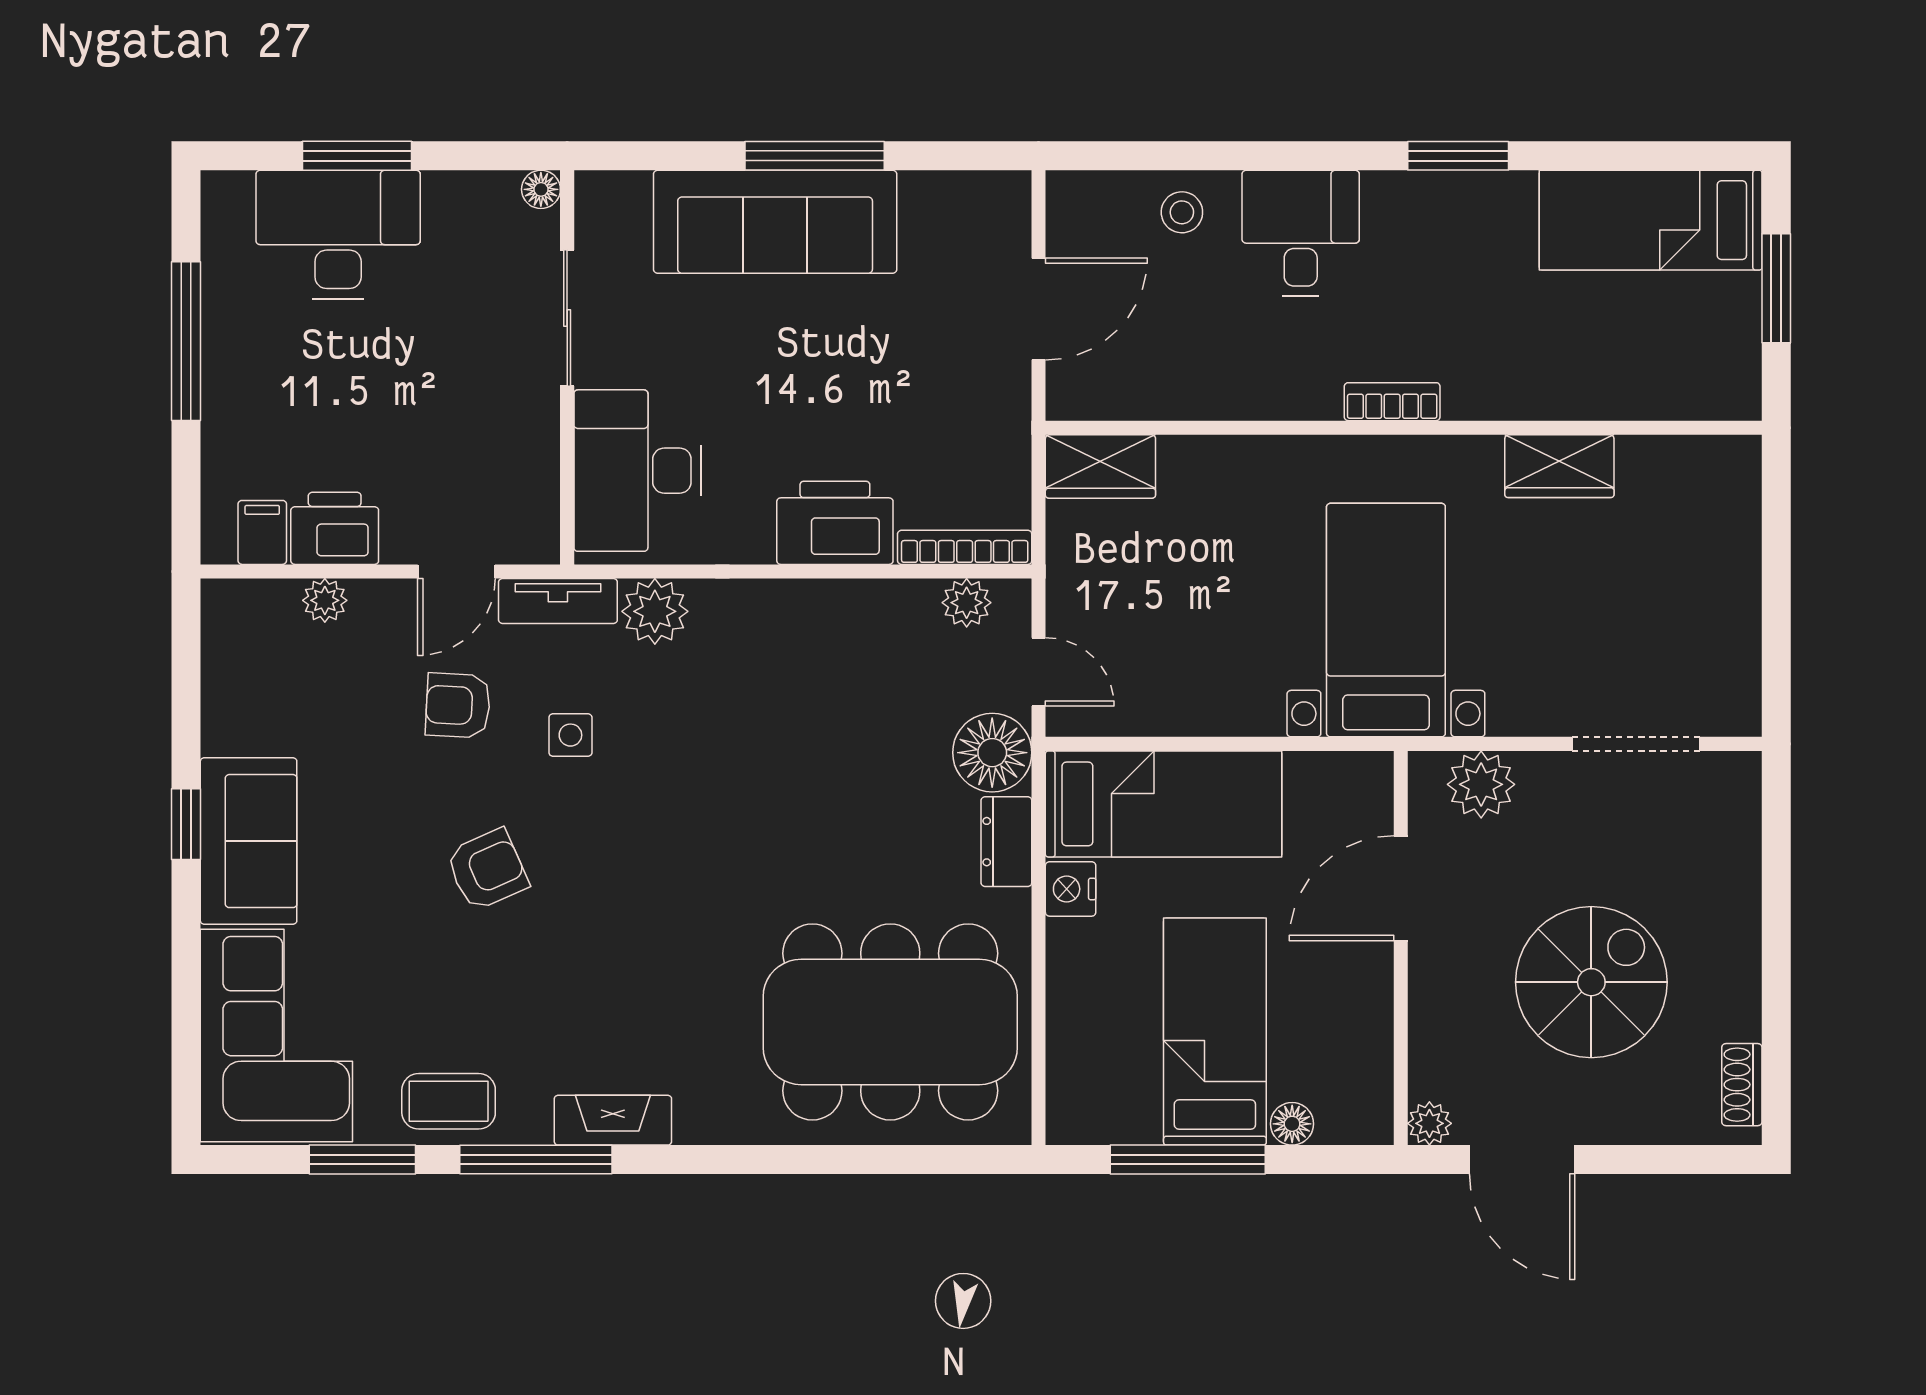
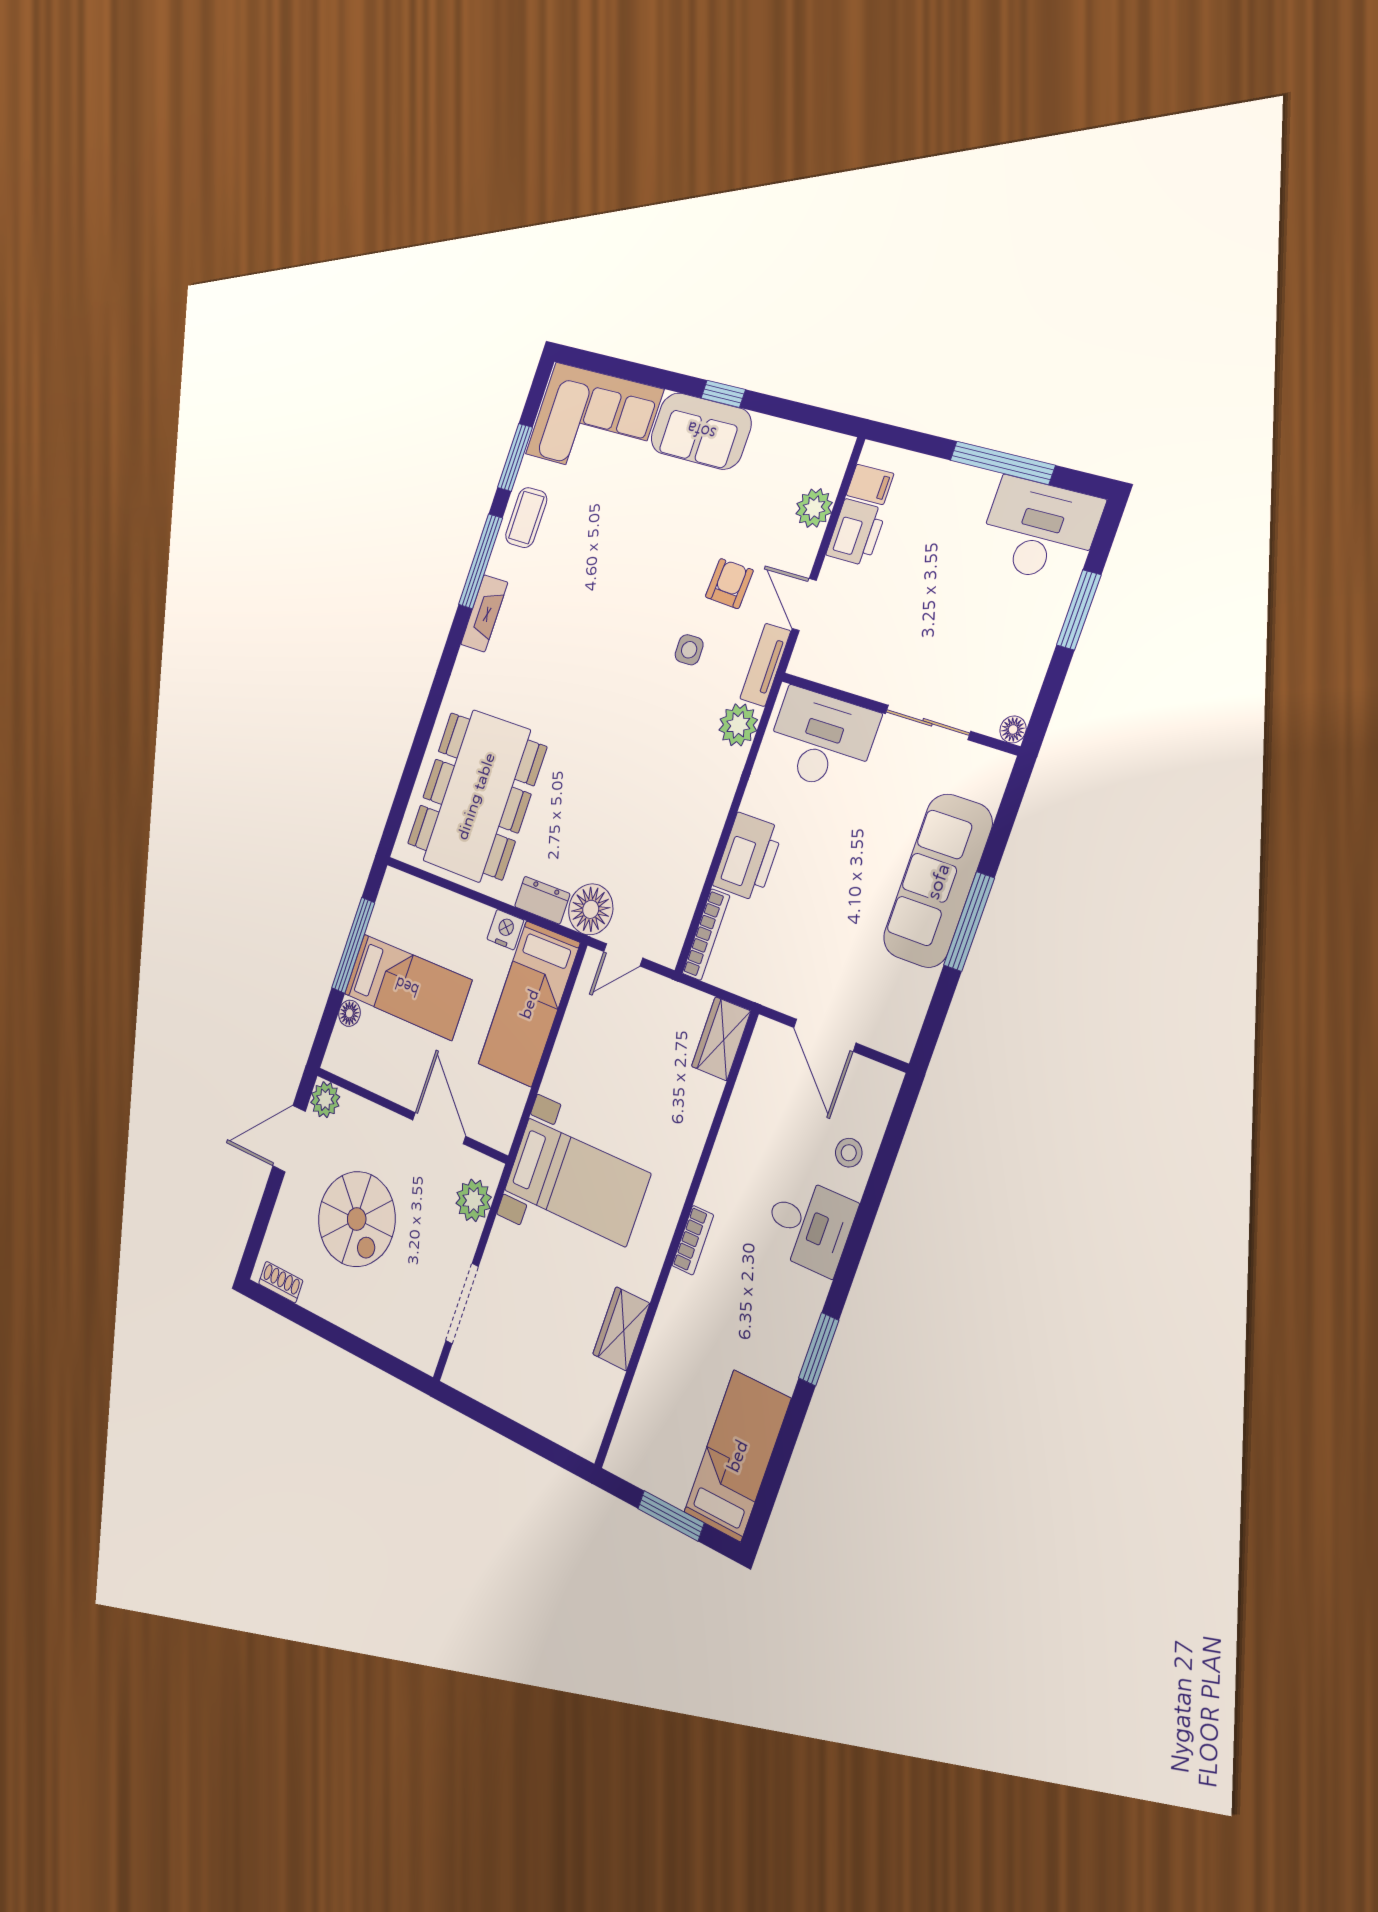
desk: (338, 234) -> (1039, 530), moved, turned -90
plant: (325, 600) -> (814, 508), width x1.38, depth x1.38
plant: (967, 603) -> (675, 924), removed
armchair: (487, 870) -> (635, 576), removed
plant: (1429, 1123) -> (325, 1100), width x1.38, depth x1.38

